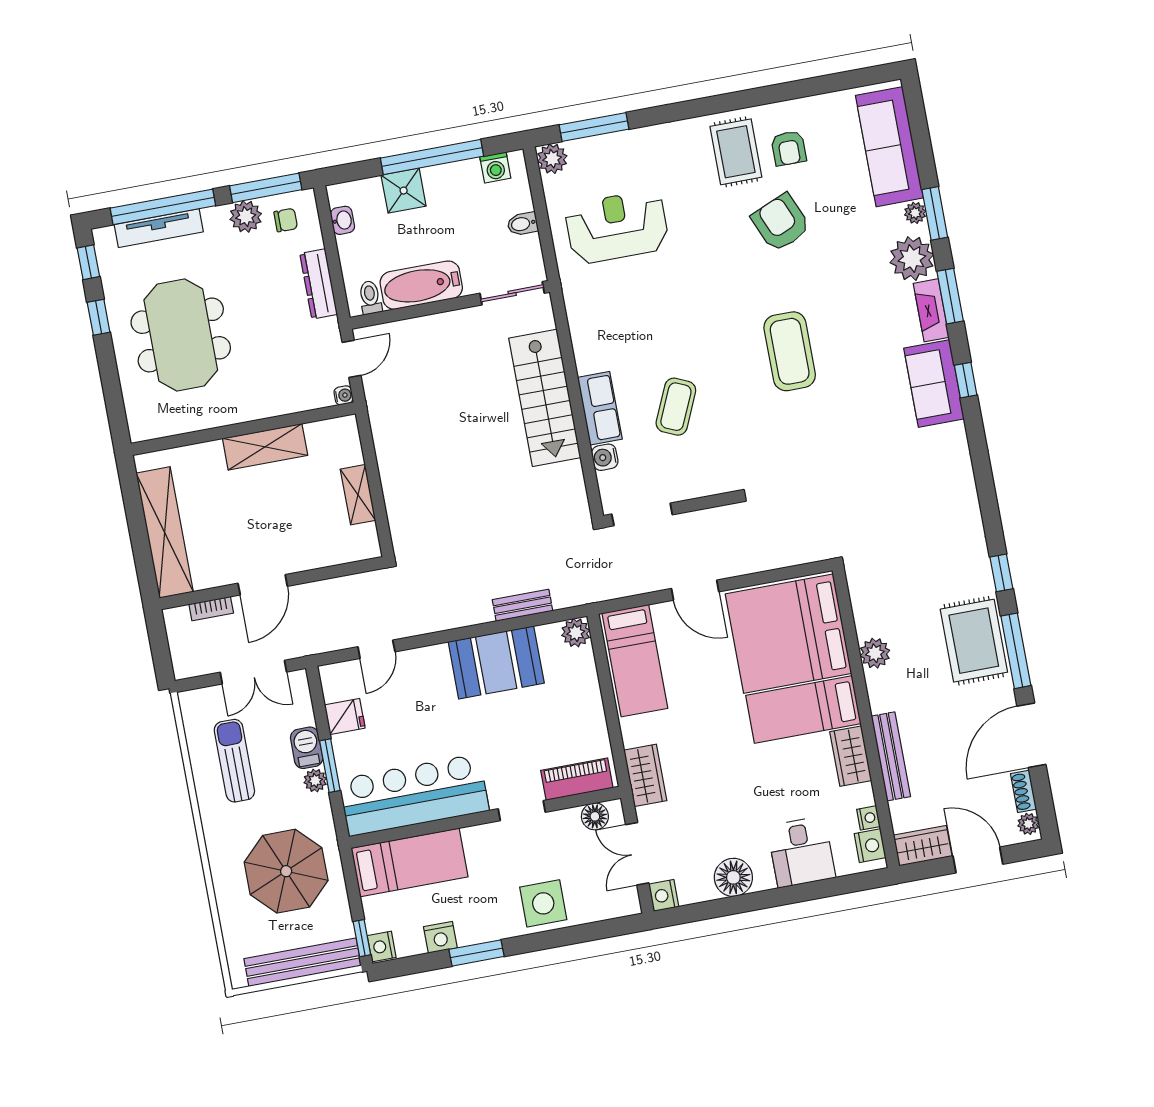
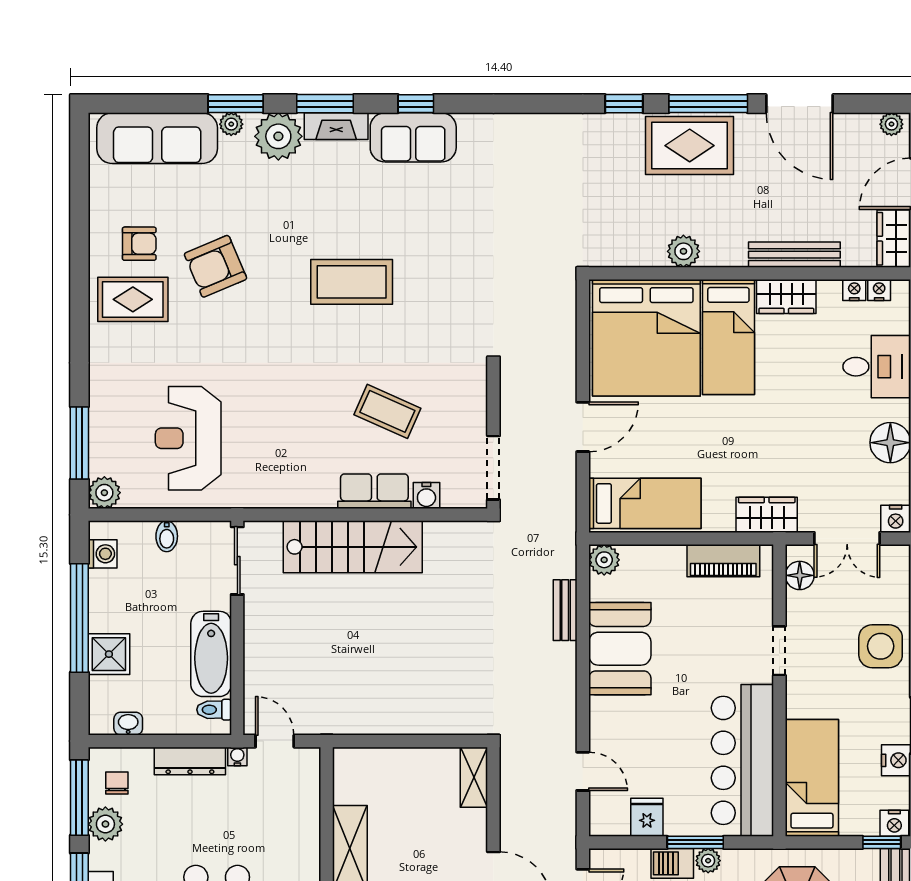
water cooler: (344, 395) -> (237, 757), moved
shelving: (358, 495) -> (474, 777), moved, turned 90
piano: (577, 779) -> (723, 561), moved, turned -90
shoe rack: (1024, 791) -> (857, 123), removed
nightstand: (870, 846) -> (879, 290), width x0.72, depth x0.74

